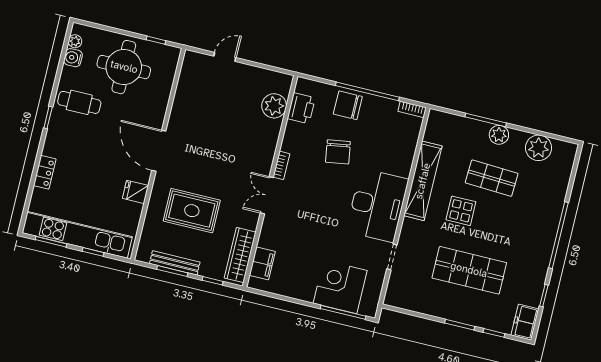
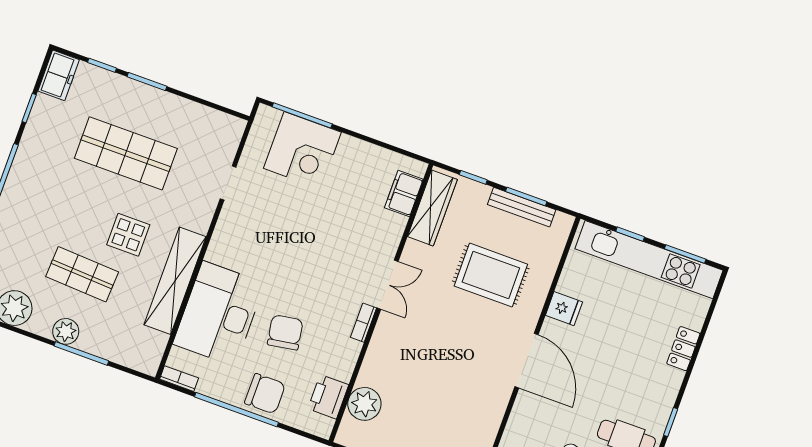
desk: (377, 205) -> (219, 314), moved

